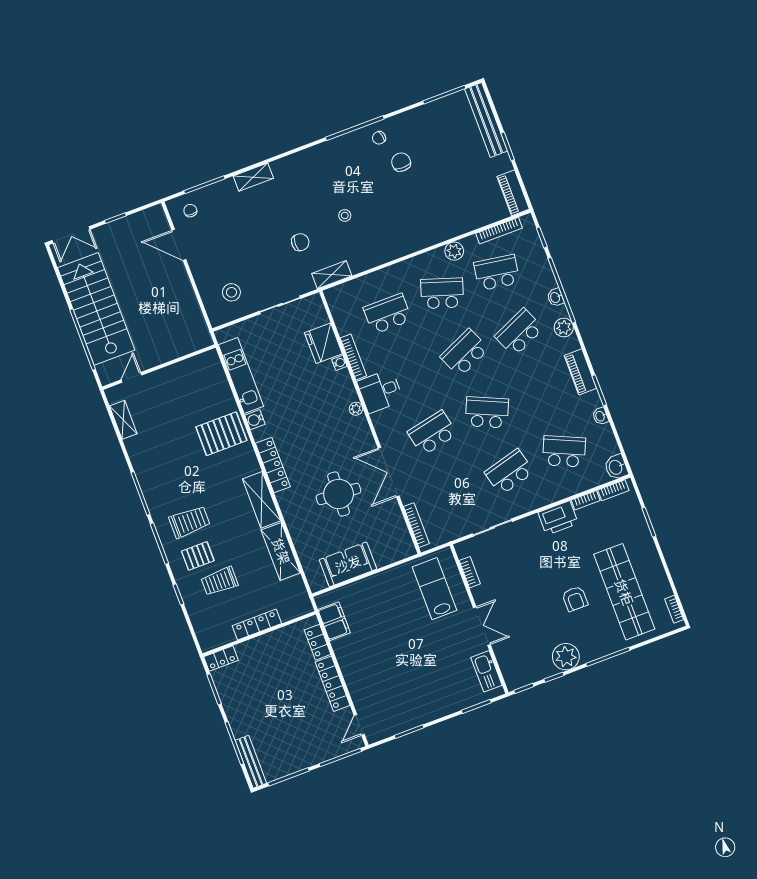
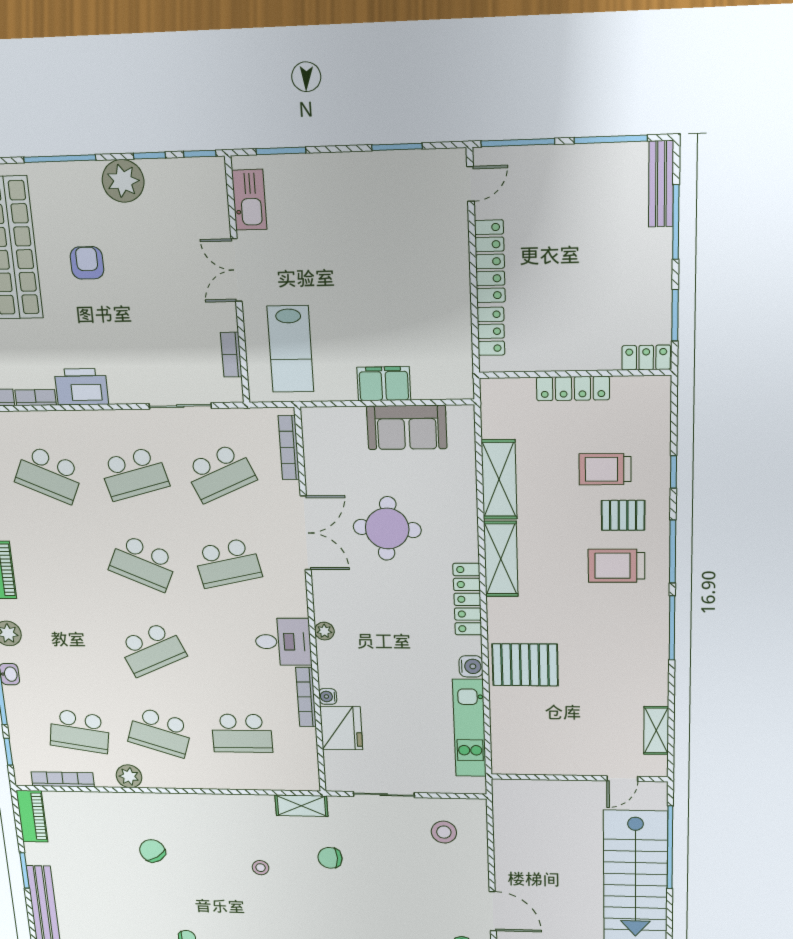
chair: (401, 162) -> (152, 851), moved, turned 147
school desk: (519, 332) -> (220, 473), moved
trolley: (219, 581) -> (605, 469), turned 180
filing cabinet: (334, 621) -> (384, 384), moved, turned 90

